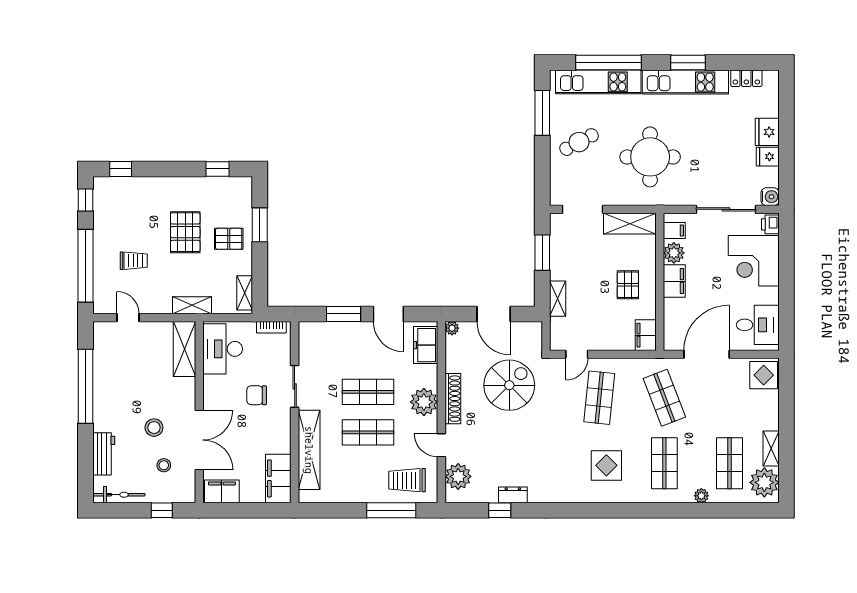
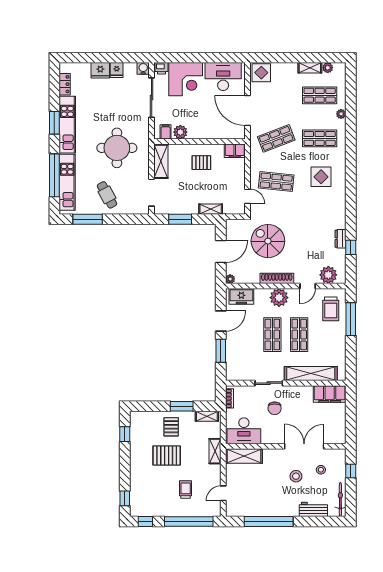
window: (260, 225) -> (182, 406), moved
filing cabinet: (674, 281) -> (199, 132), removed
desk: (758, 325) -> (223, 77), width x1.37
plant: (764, 482) -> (328, 68), width x0.53, depth x0.53
filing cabinet: (222, 491) -> (338, 431), removed

